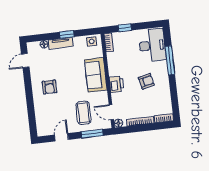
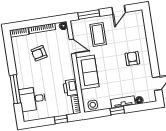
desk: (152, 45) -> (33, 99), width x0.73
armchair: (146, 81) -> (39, 53), moved
printer: (116, 84) -> (70, 87), moved
door: (111, 112) -> (72, 46), moved

